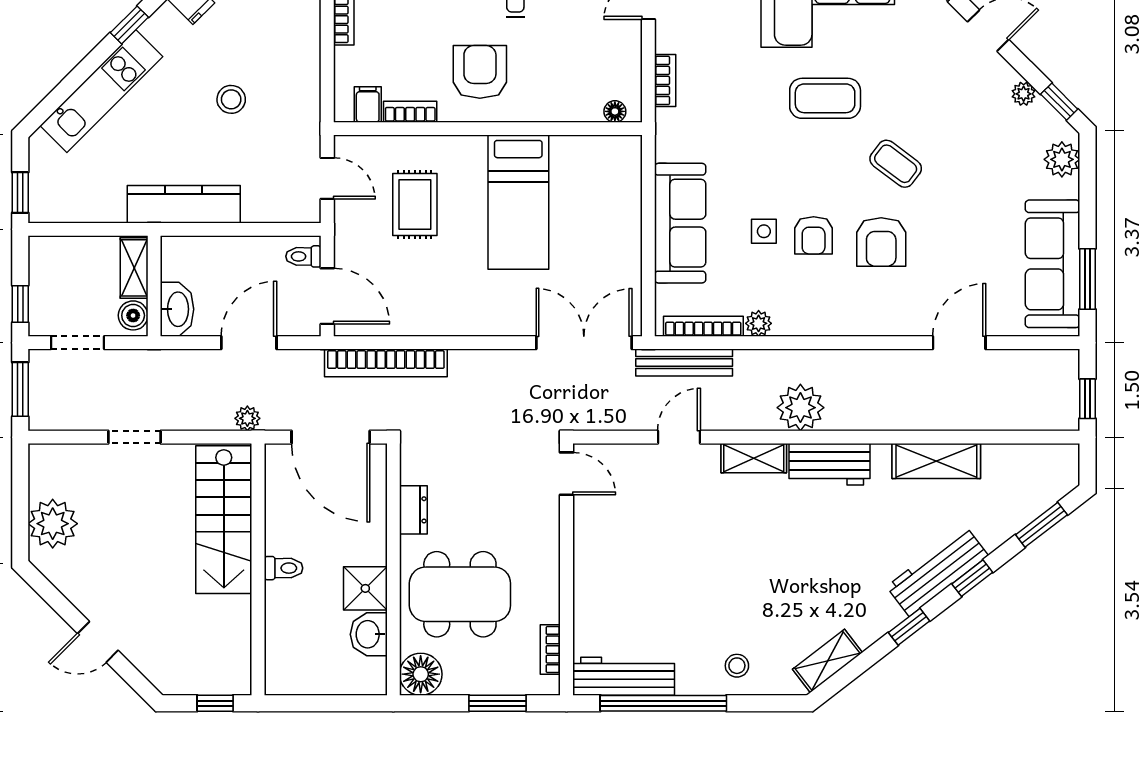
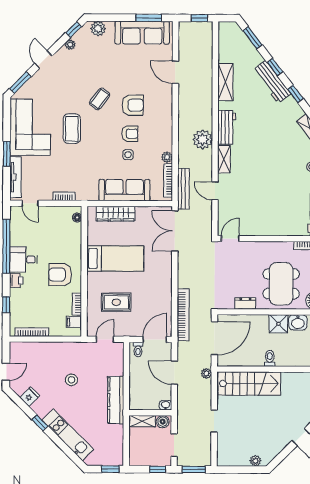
wardrobe: (624, 202) -> (116, 214), added
washbasin: (177, 309) -> (166, 405), width x0.52, depth x0.69
plant: (53, 524) -> (255, 461), width x0.53, depth x0.53

